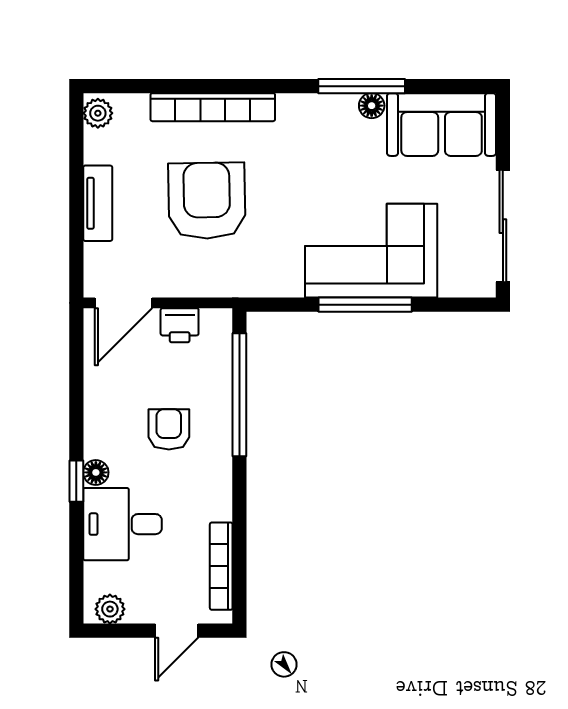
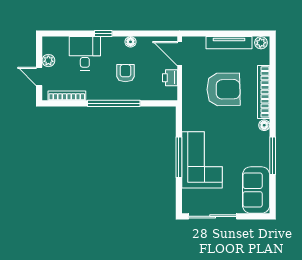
floor lamp: (372, 106) -> (264, 125), moved
tv unit: (98, 203) -> (229, 43), width x1.41
window: (239, 395) -> (114, 103), moved
armchair: (169, 429) -> (125, 73), turned -90
floor lamp: (96, 472) -> (131, 42), moved
plant: (110, 609) -> (48, 61), moved

